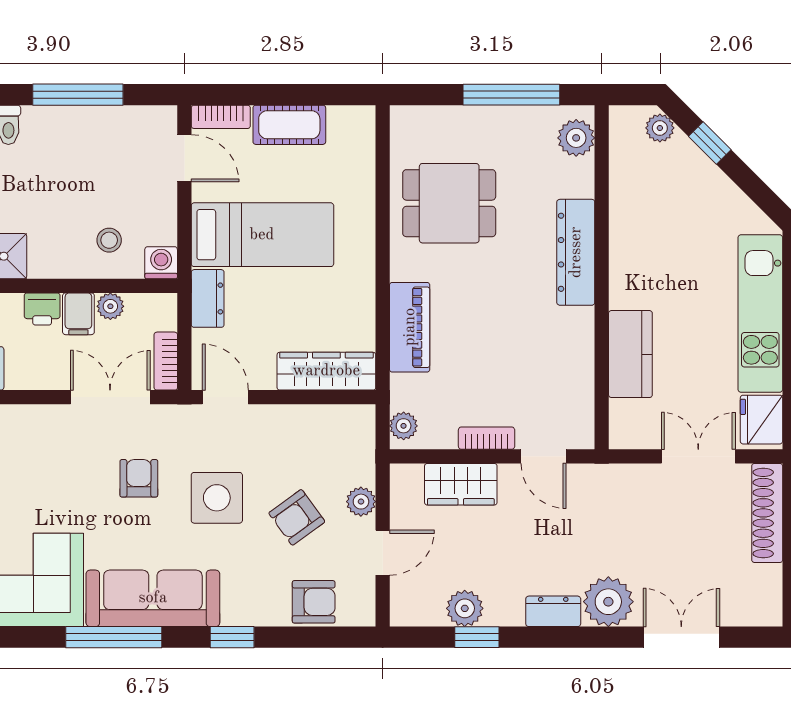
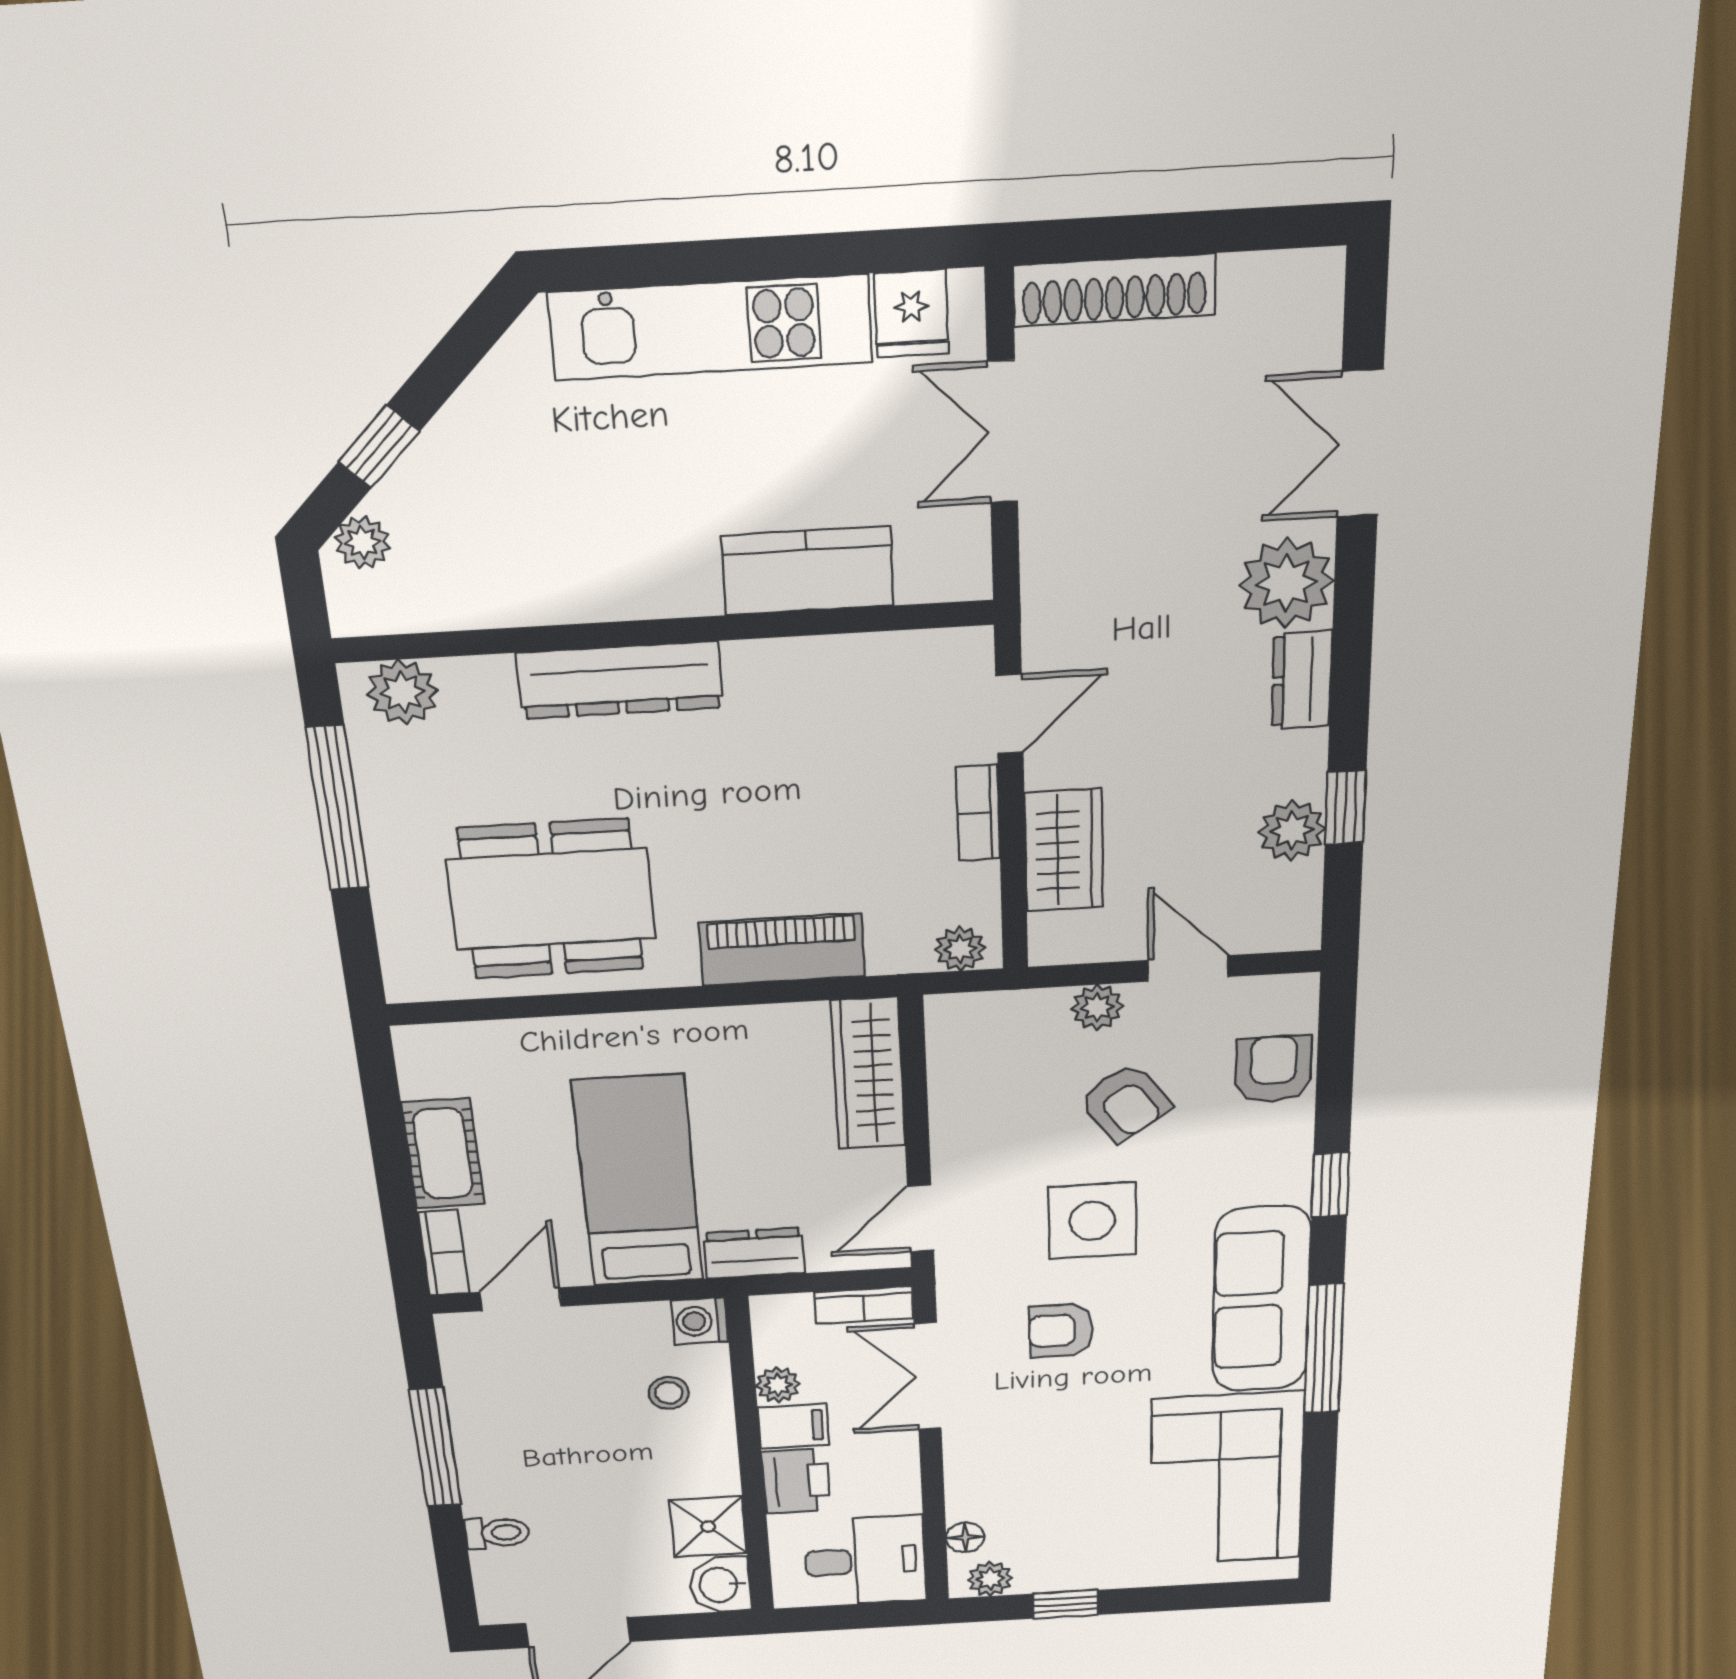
dining table: (449, 203) -> (551, 899), width x1.38
printer: (42, 309) -> (796, 1481), width x1.36, depth x1.24
fridge: (761, 420) -> (911, 313), width x0.72

